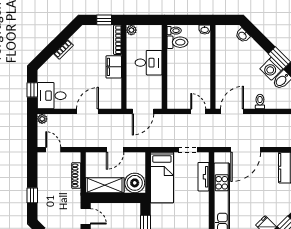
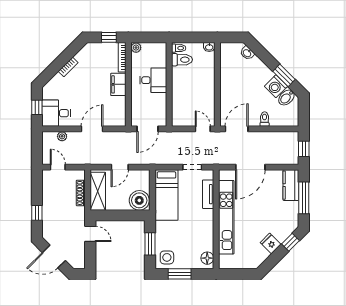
plant: (42, 119) -> (62, 136), moved
shelving: (105, 185) -> (98, 191), moved, turned 90

